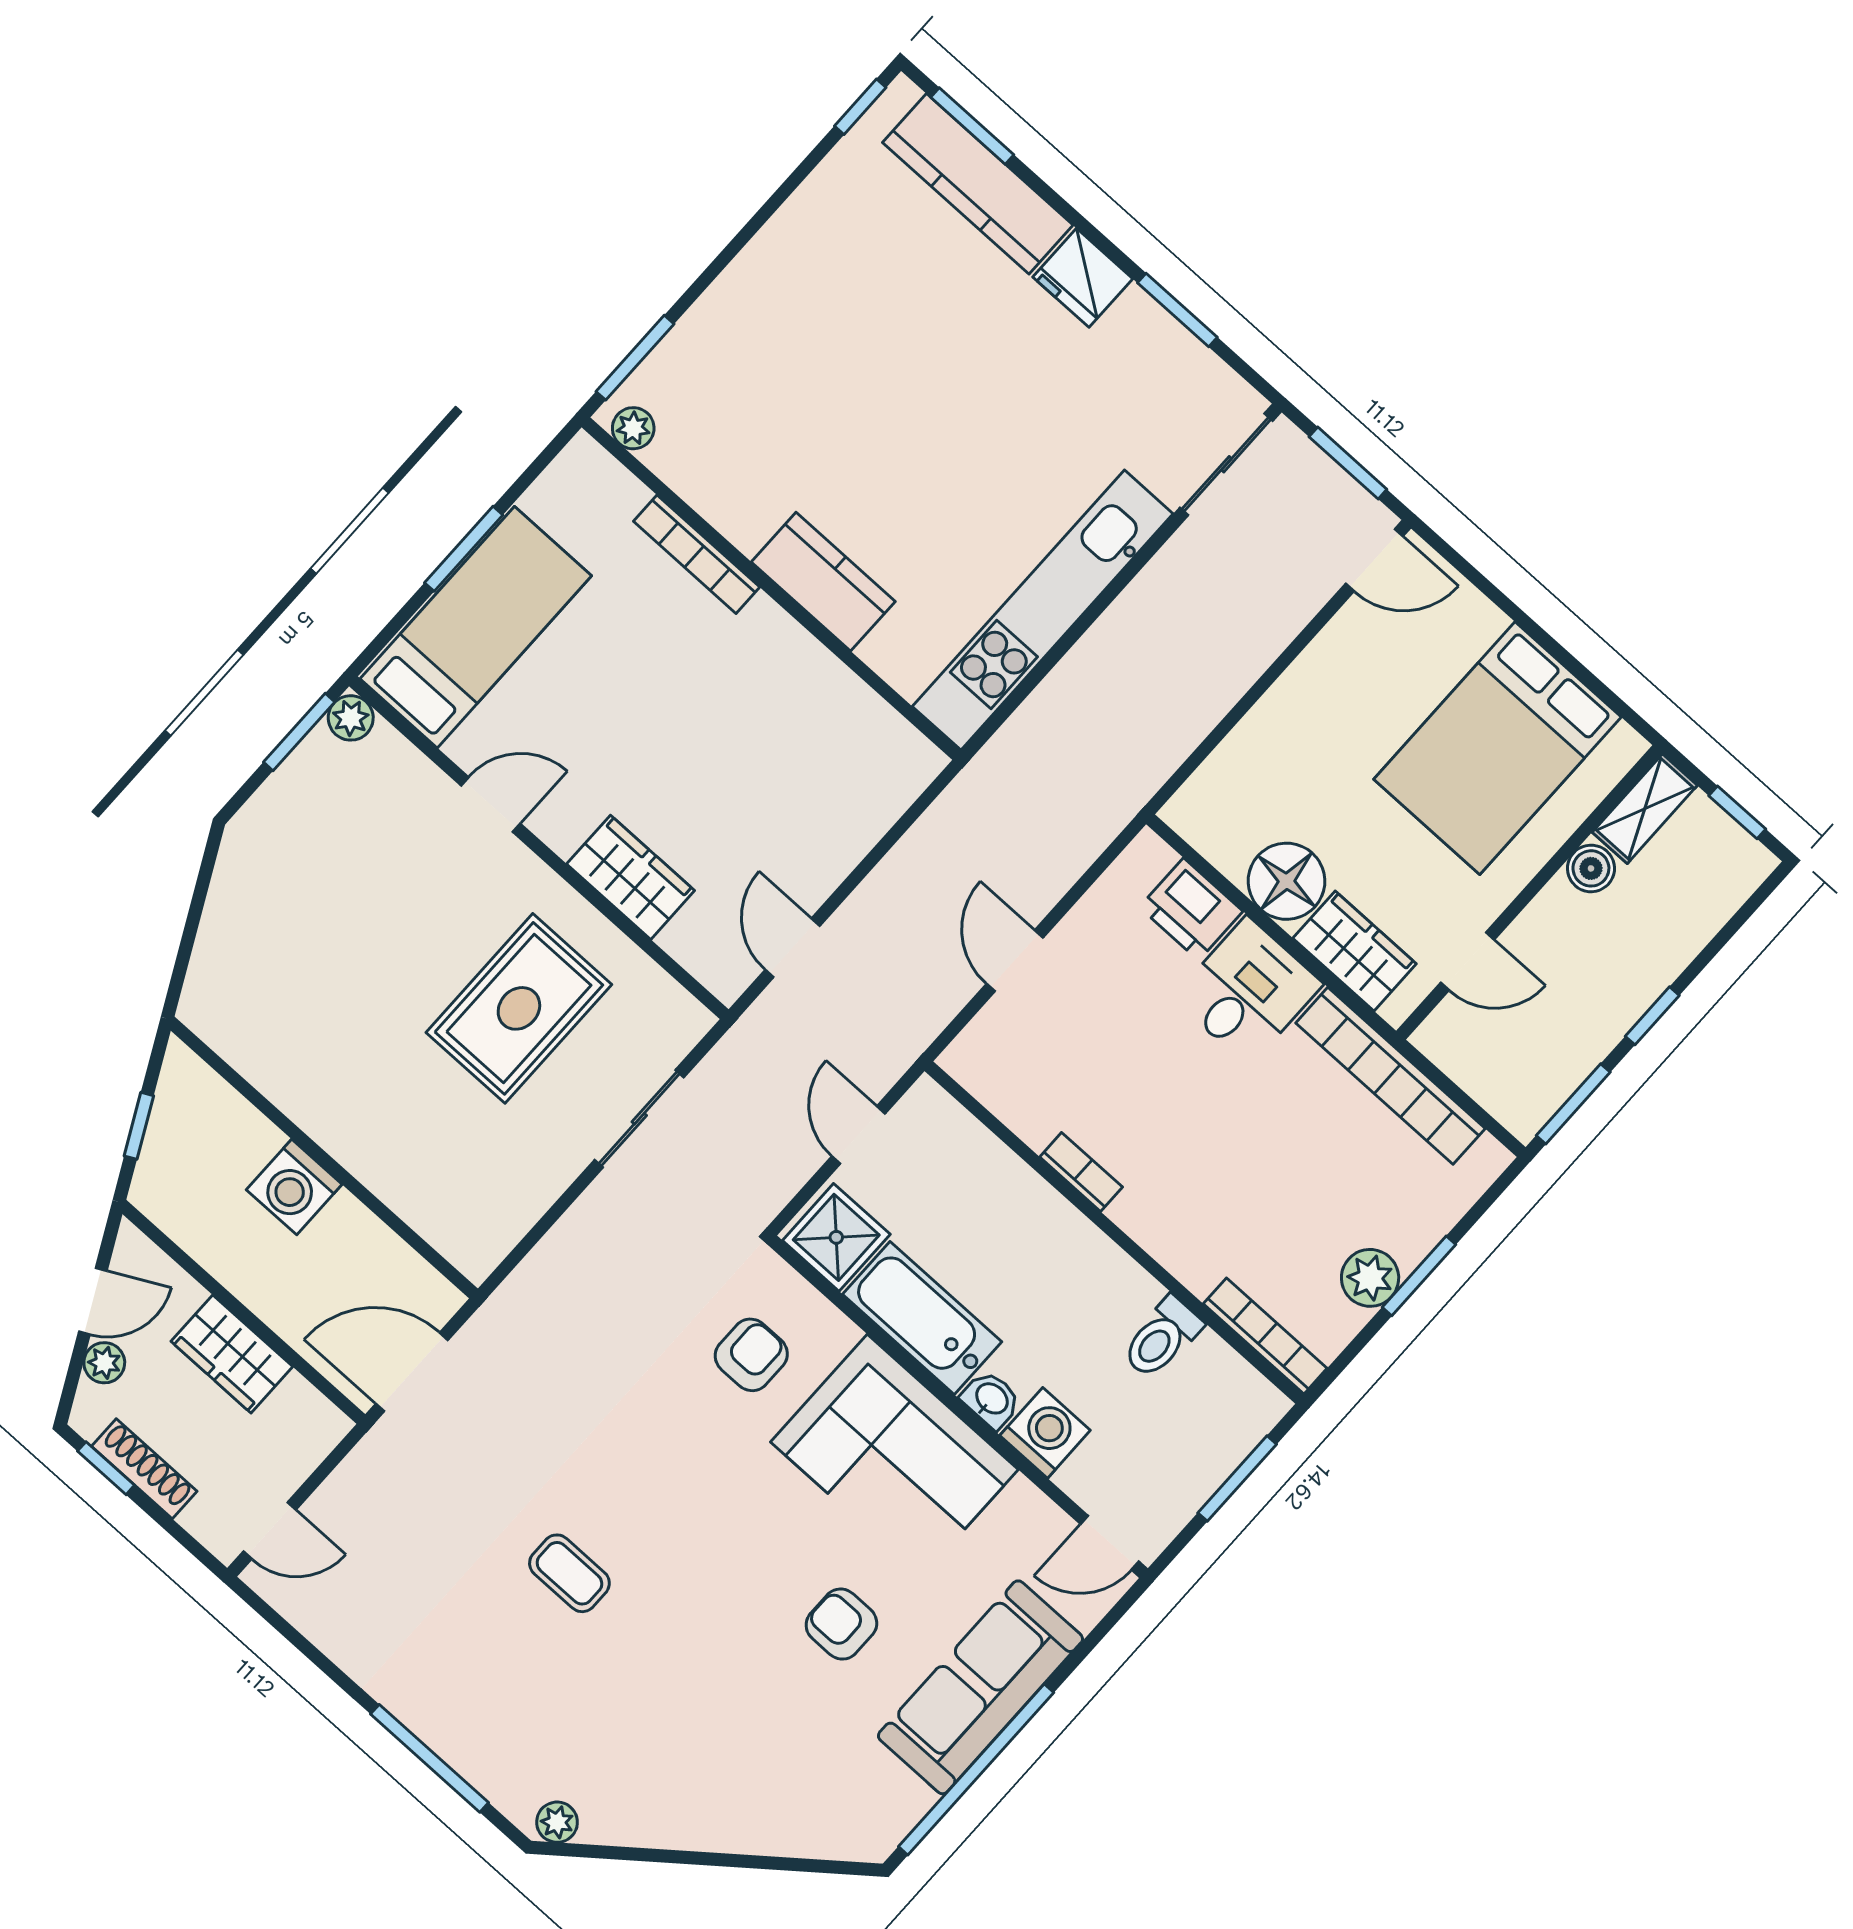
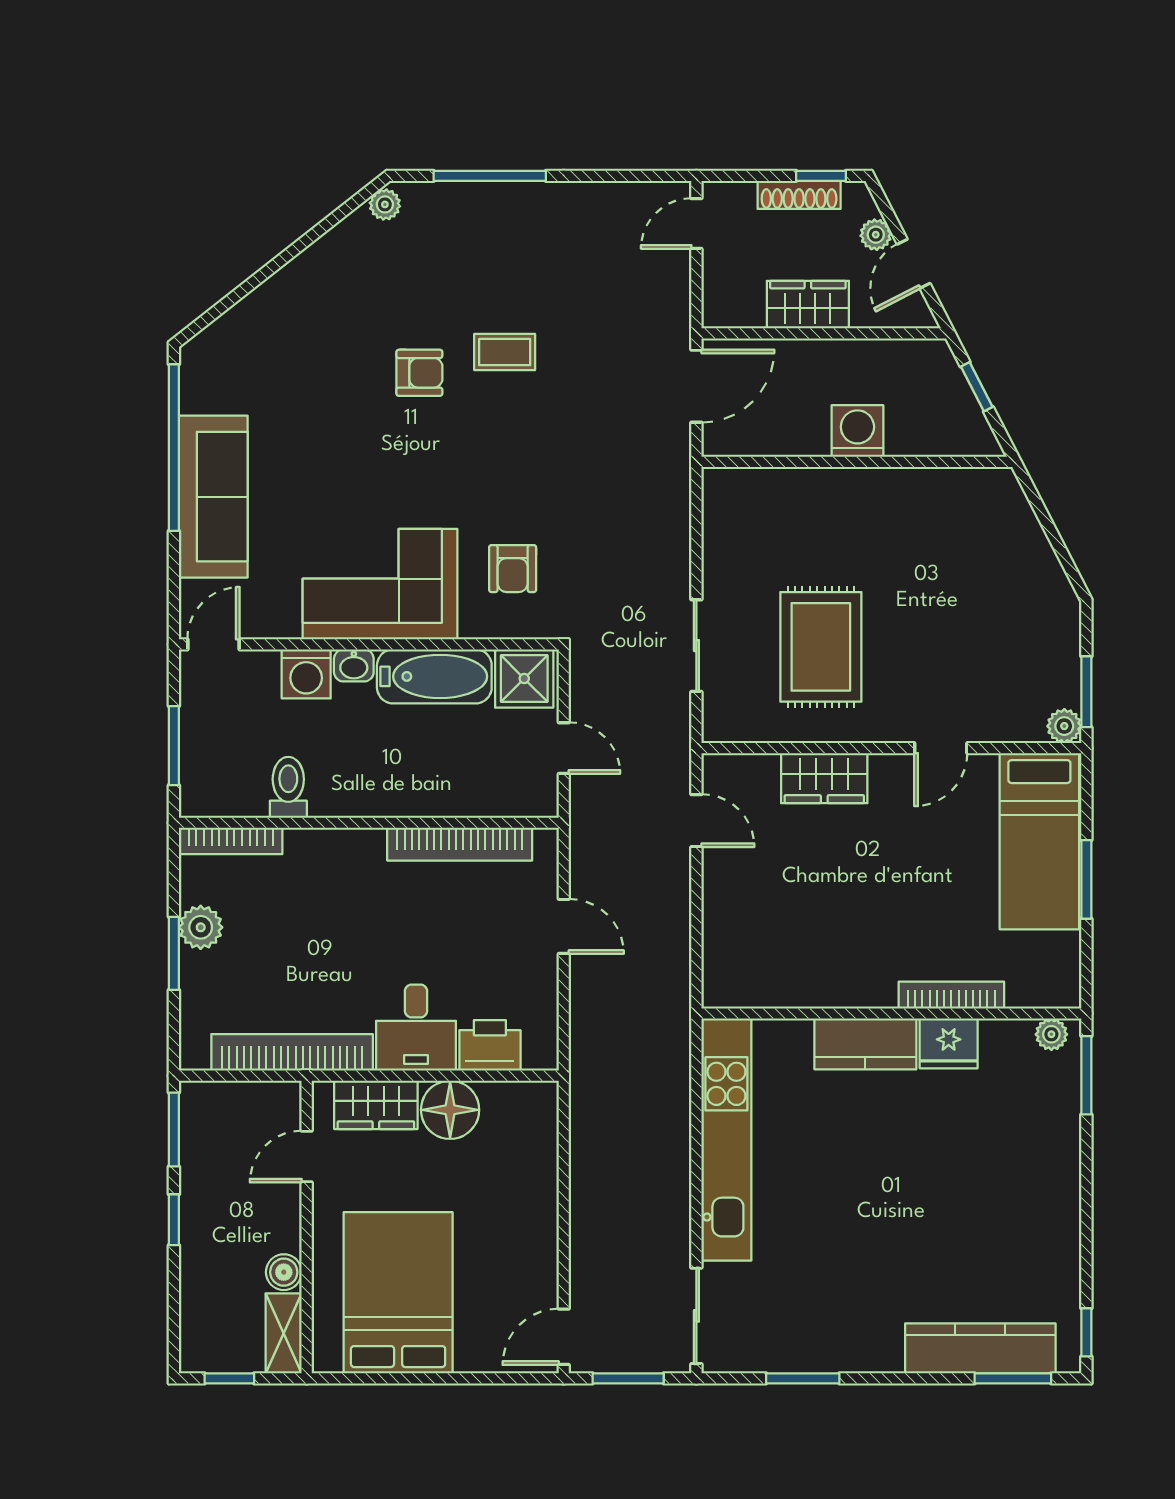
fridge: (1083, 278) -> (949, 1043), moved, turned 180
bookcase: (1081, 1172) -> (460, 844), width x2.31, depth x1.31
armchair: (841, 1624) -> (419, 373), moved

